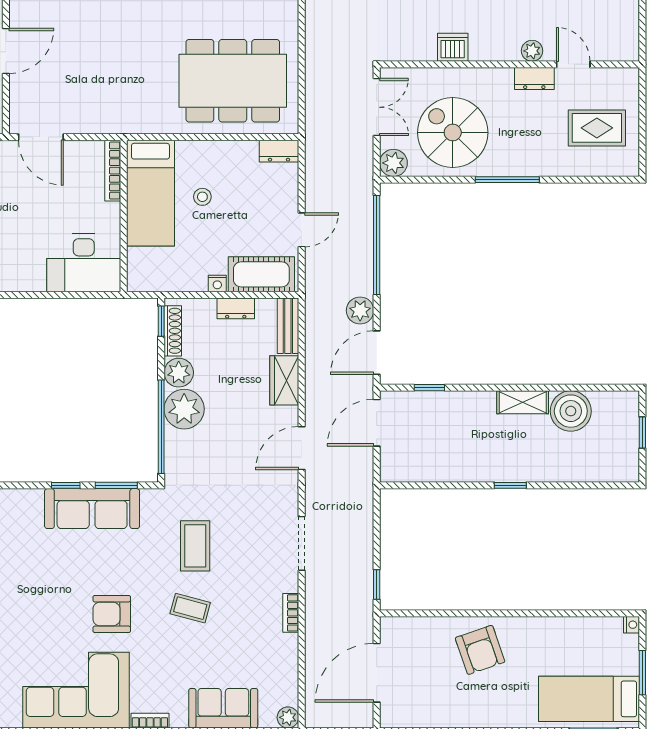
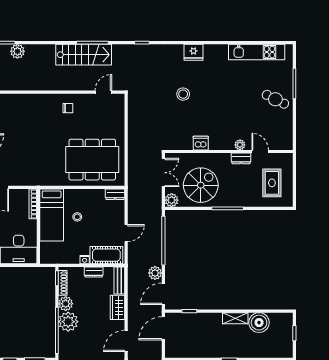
rug: (597, 128) -> (272, 183), turned 90
spiral stairs: (453, 133) -> (201, 185), turned 90

